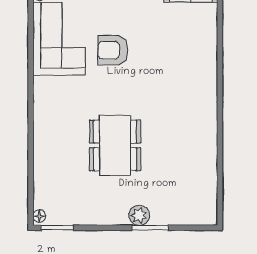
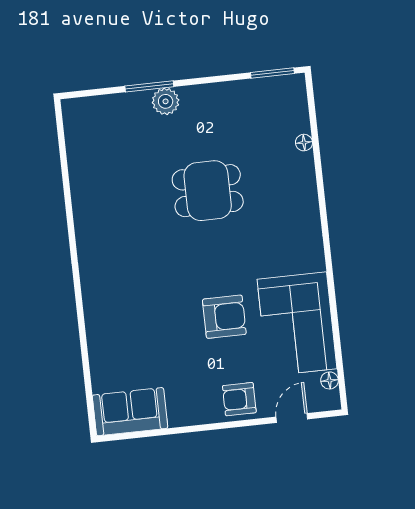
dining table: (115, 145) -> (208, 191), width x0.73
floor lamp: (39, 216) -> (304, 143), moved

